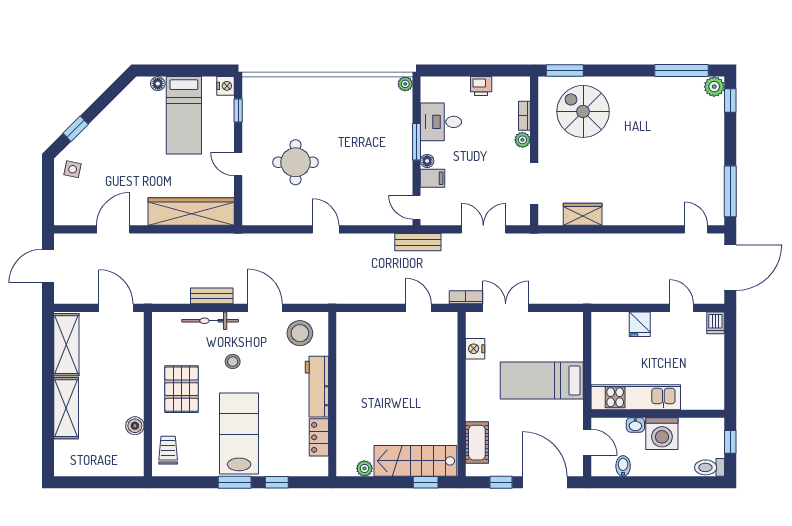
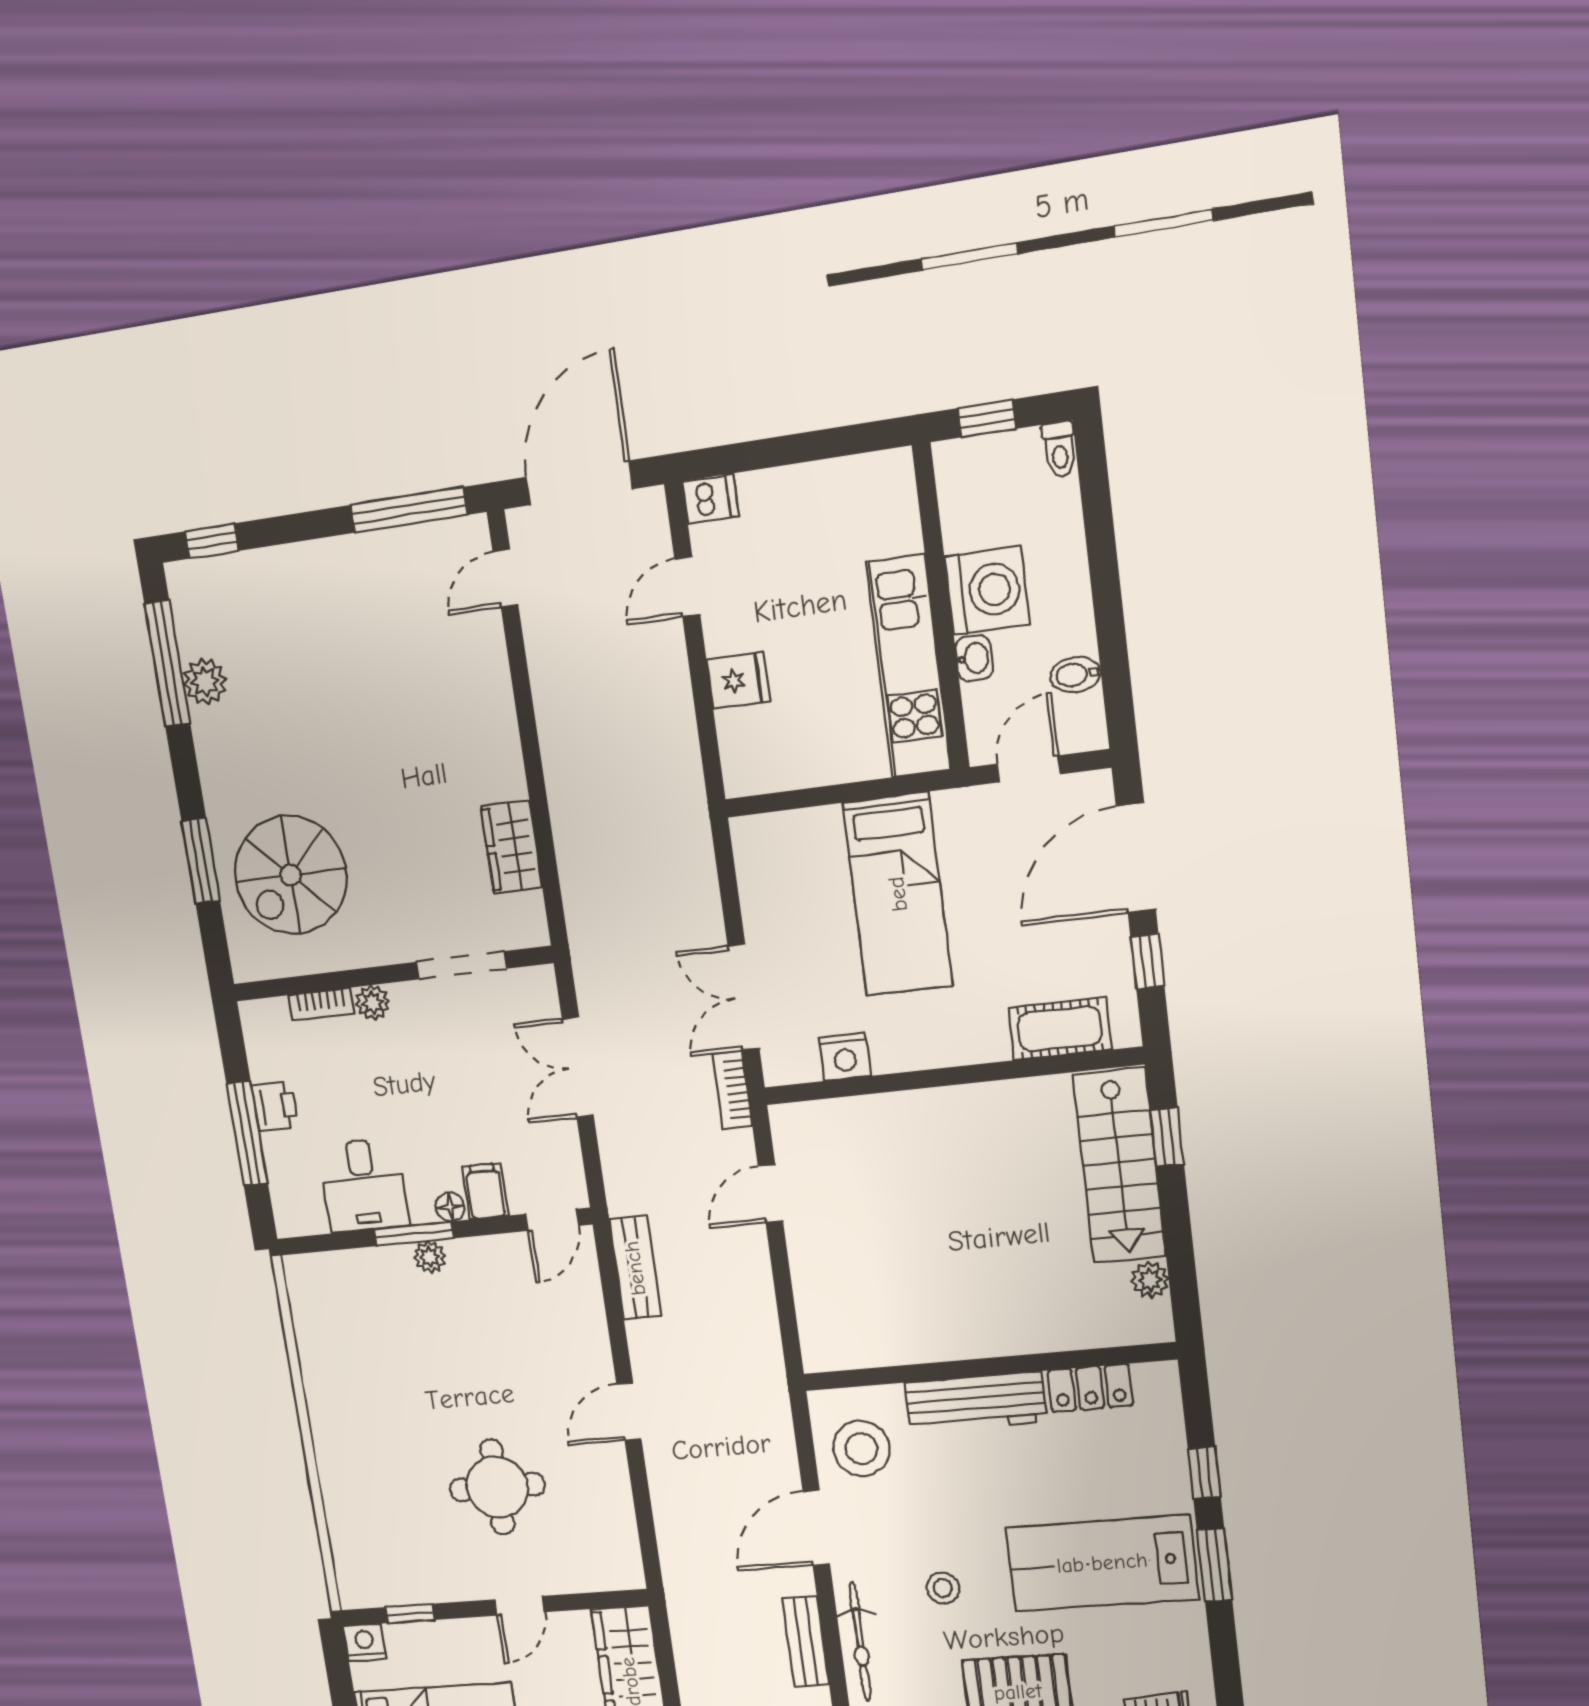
window: (470, 71) -> (247, 1134), added
window: (565, 71) -> (201, 861), moved
plant: (405, 84) -> (430, 1257), moved
plant: (714, 87) -> (205, 682), moved
bench: (418, 242) -> (635, 1268), moved
door: (730, 268) -> (579, 483), hinge flipped
toilet: (709, 467) -> (1059, 449), width x0.73, depth x0.72

